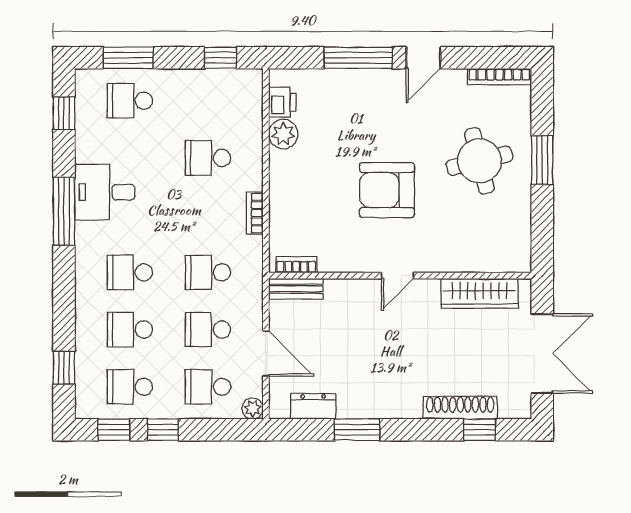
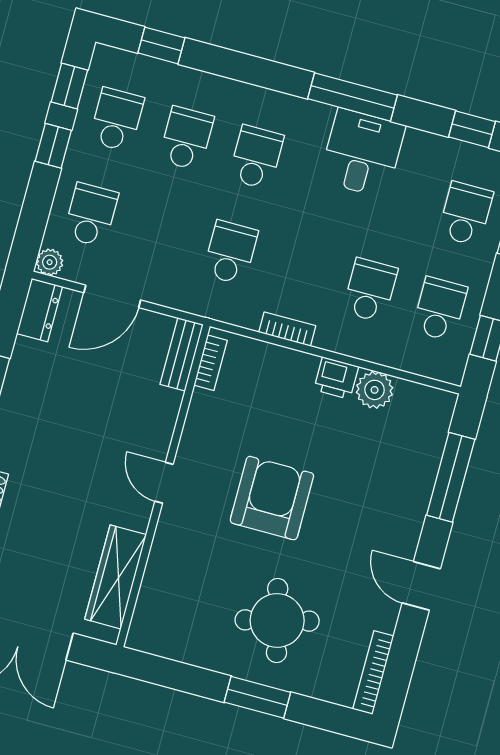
window: (358, 58) -> (451, 477), moved
printer: (282, 102) -> (336, 378), moved
school desk: (208, 330) -> (440, 309), moved
dresser: (313, 406) -> (40, 310), moved

